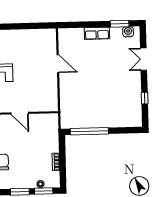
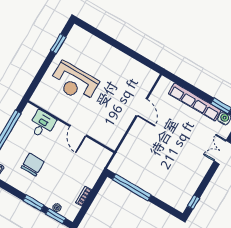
row of seats: (97, 33) -> (195, 102), width x2.02
window: (145, 98) -> (193, 202), moved

